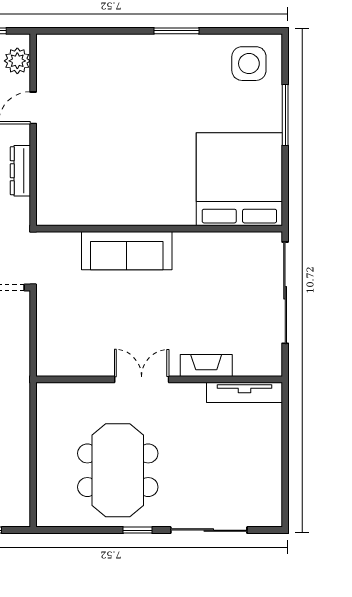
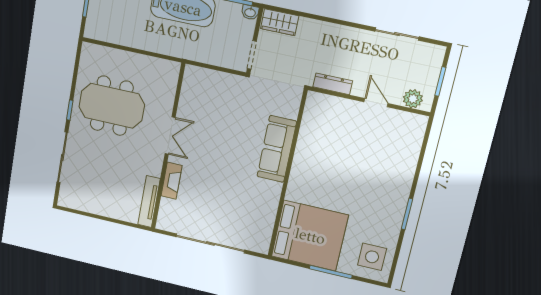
bed: (239, 179) -> (310, 236), moved
wall: (159, 229) -> (287, 174), moved
sofa: (127, 251) -> (277, 149), moved

